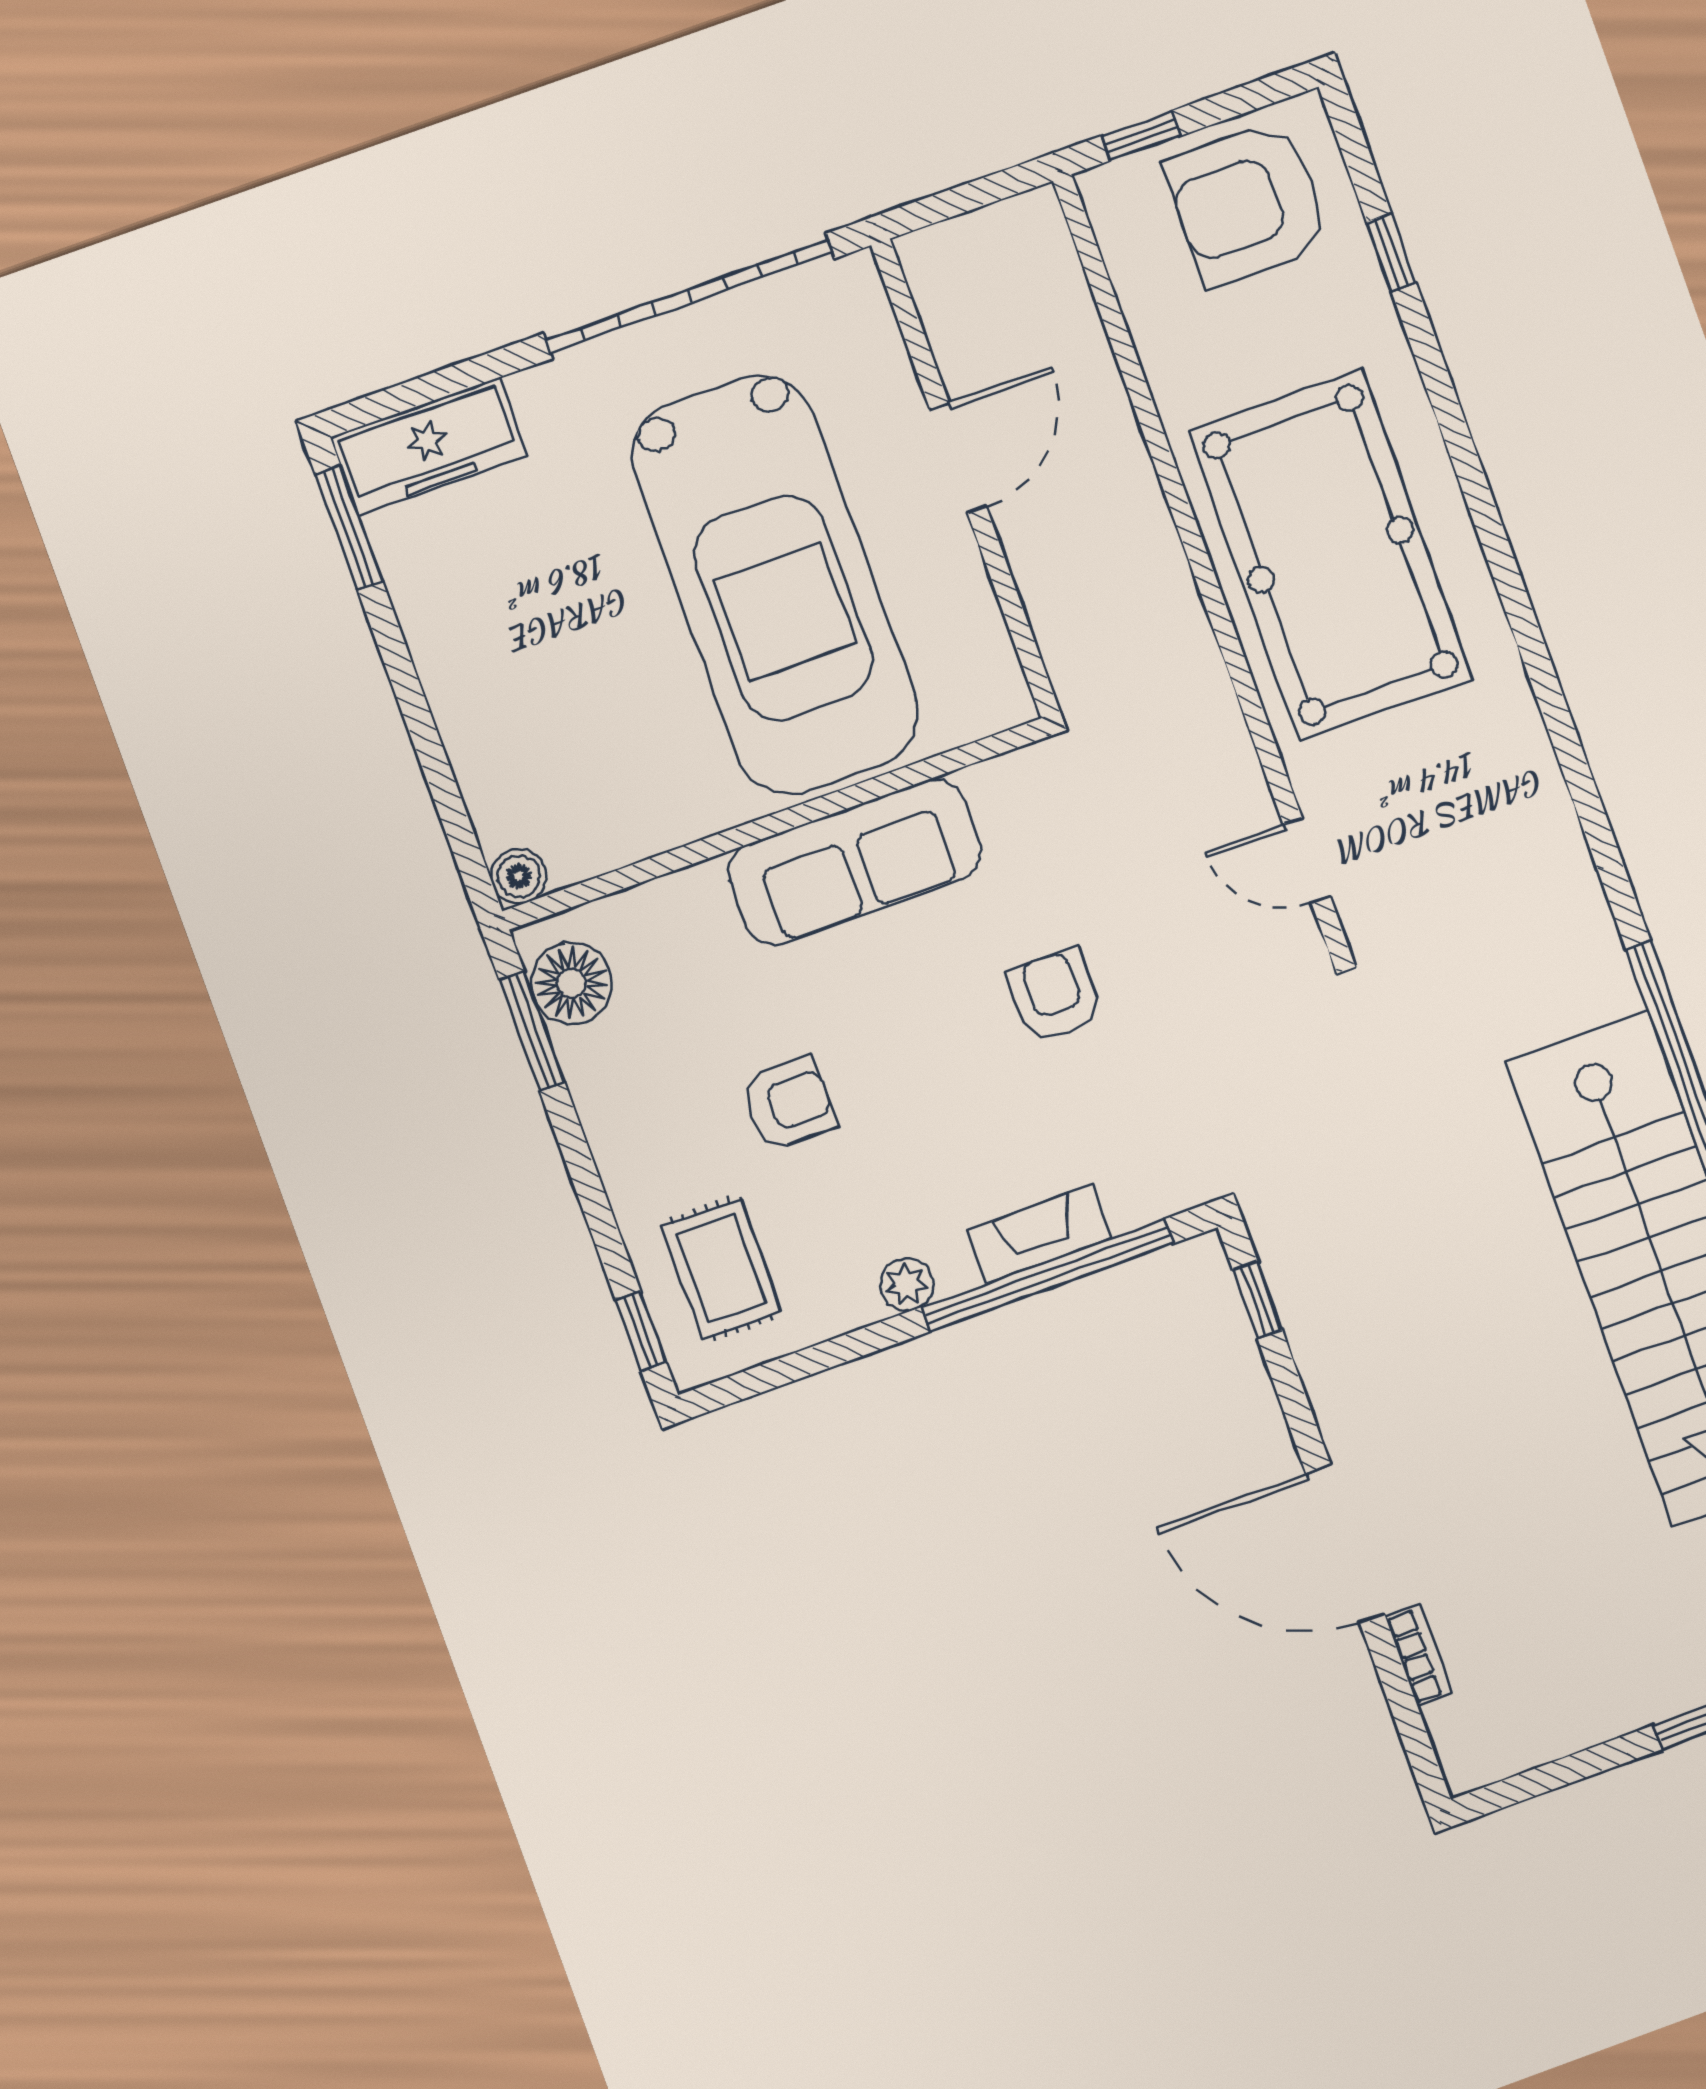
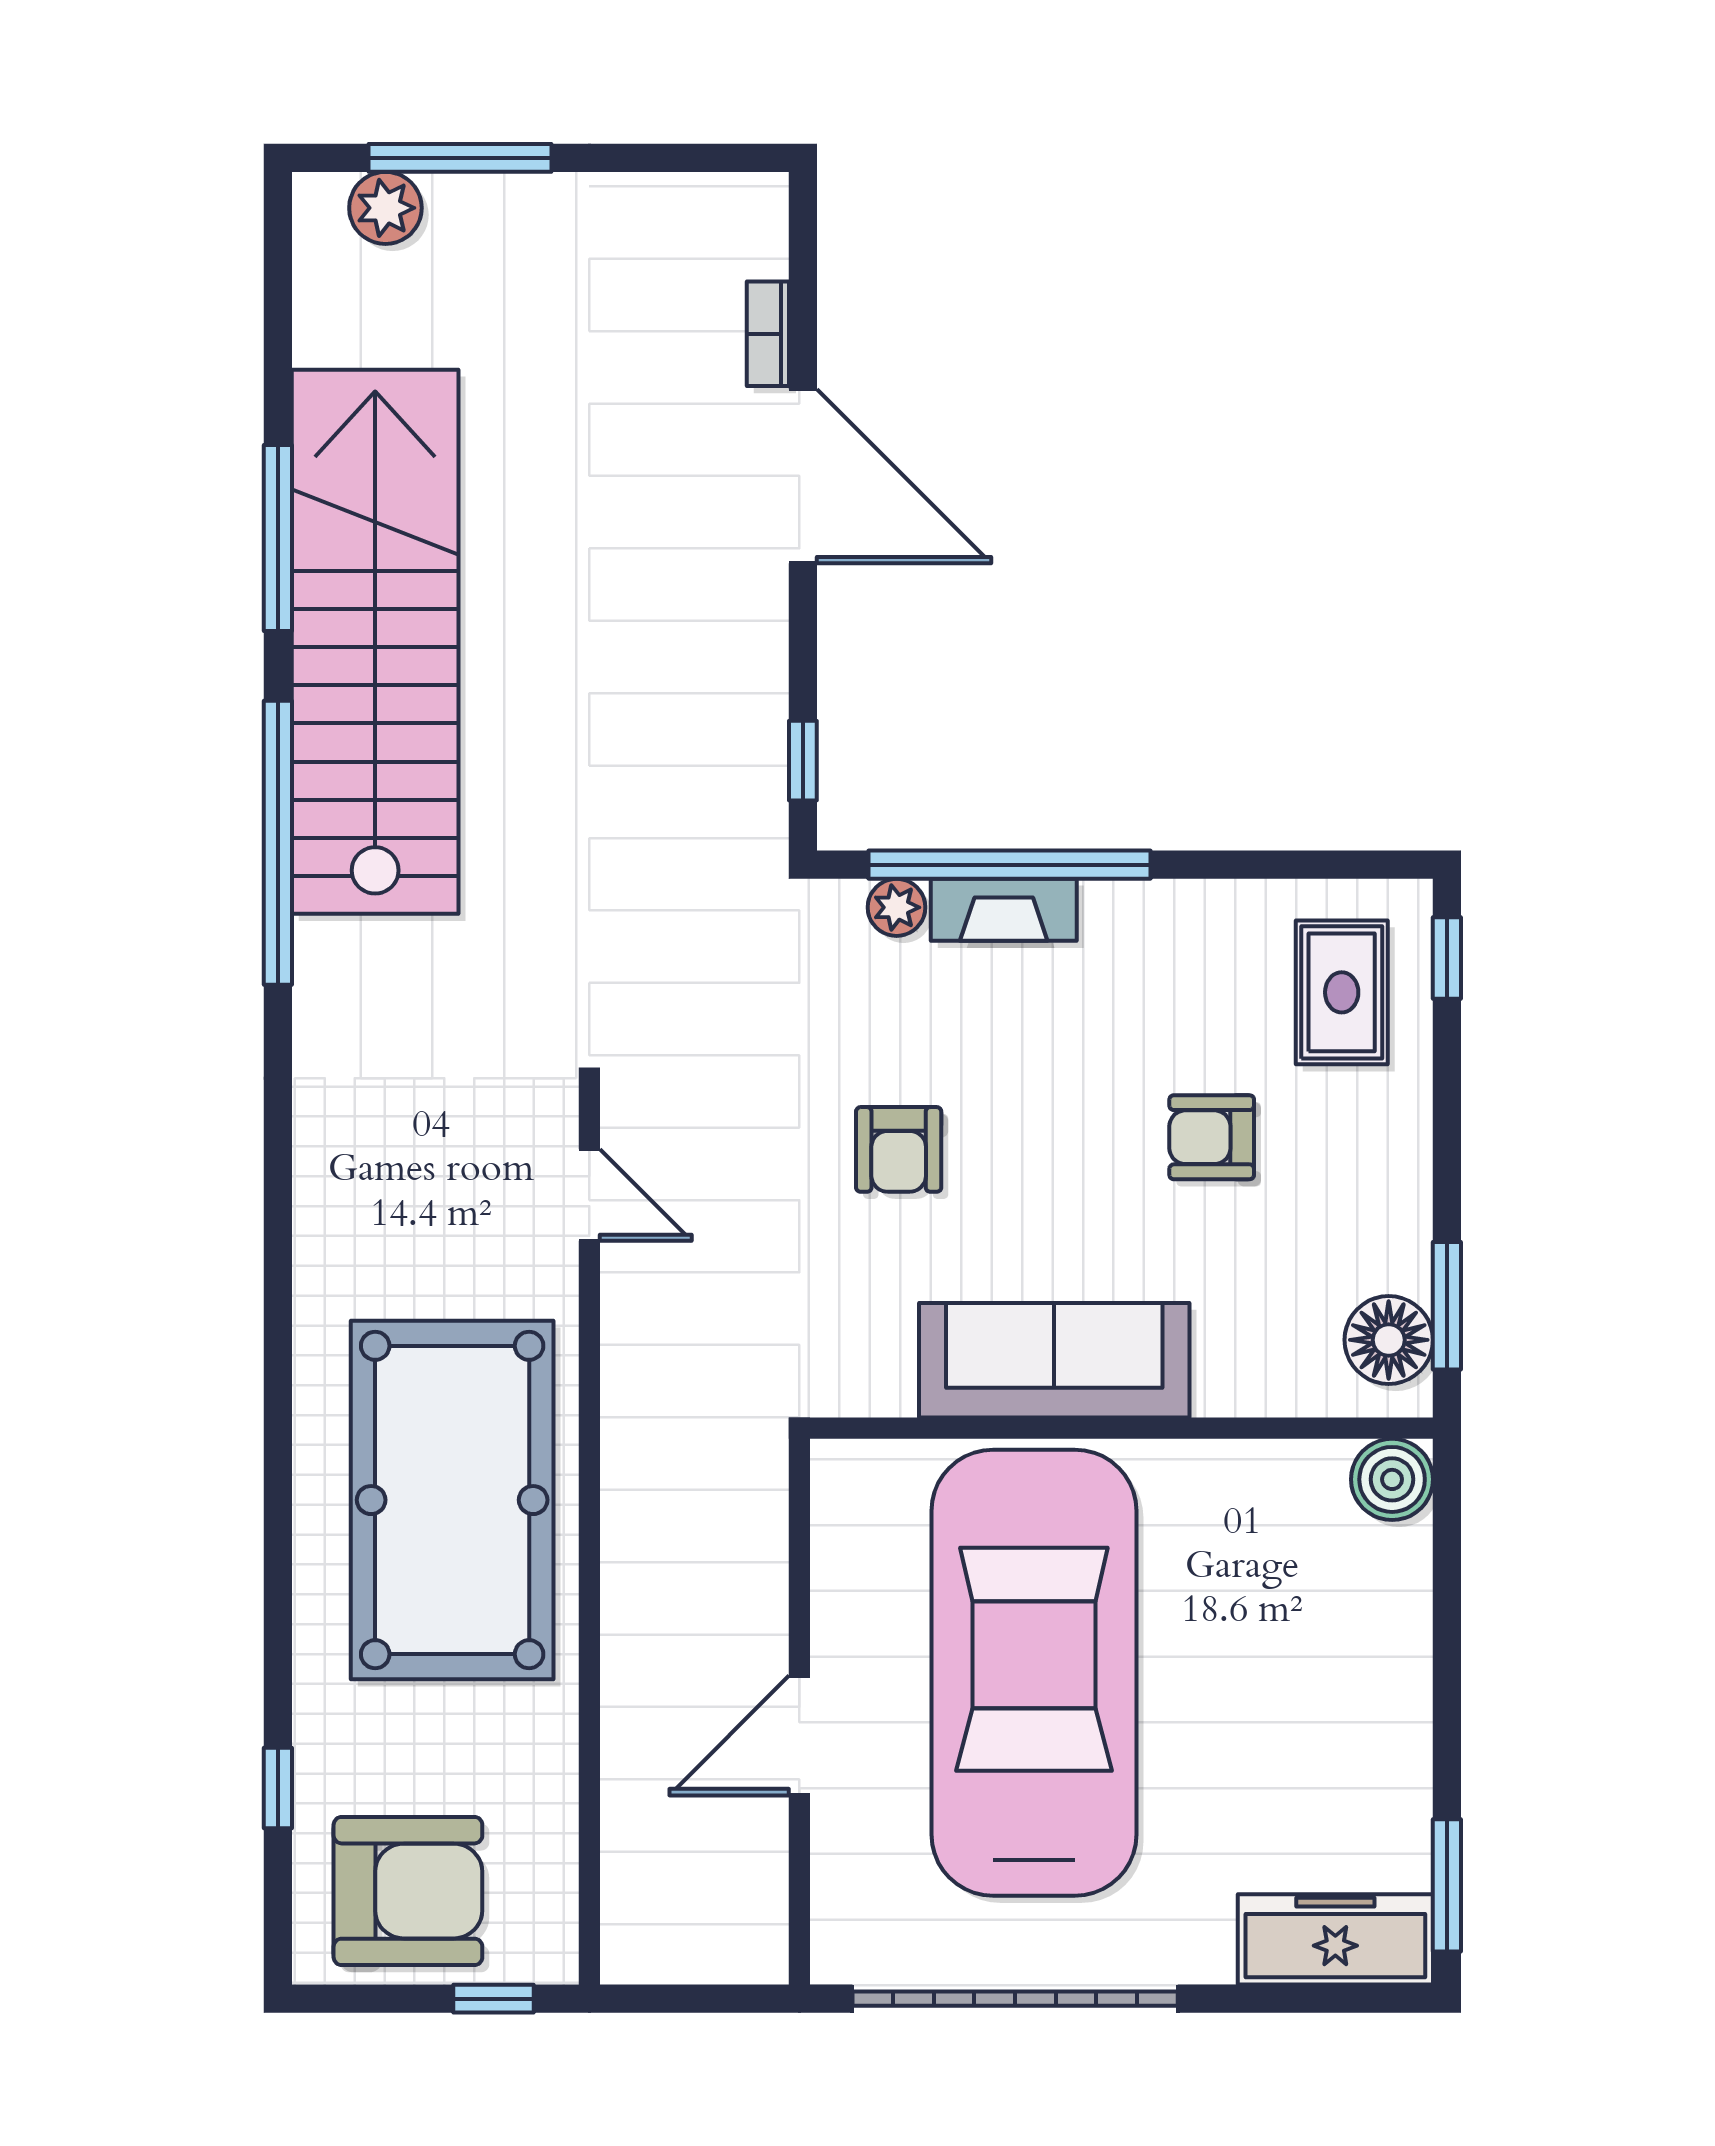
boiler: (519, 876) -> (1392, 1479), width x1.36, depth x1.36
plant: (906, 1285) -> (897, 907), moved

